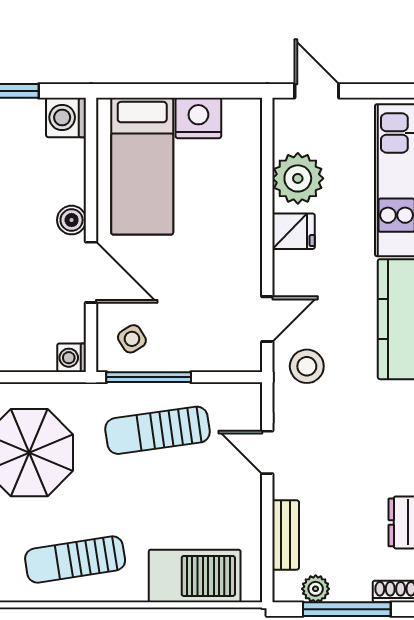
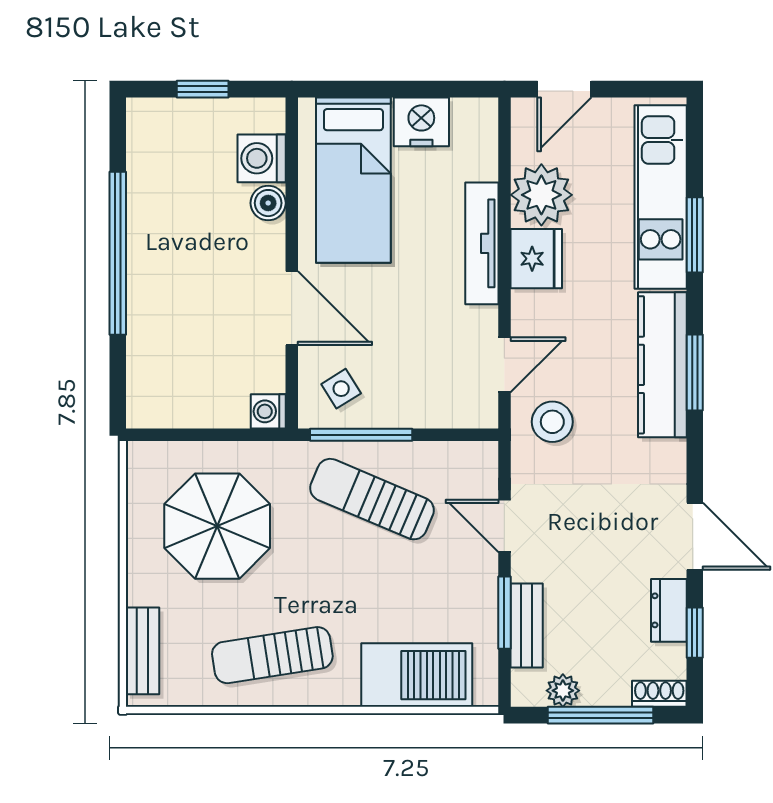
door: (317, 91) -> (564, 89), swing flipped
washing machine: (66, 117) -> (262, 158), moved
tv unit: (248, 219) -> (482, 243), added
boiler: (72, 220) -> (268, 203), moved
fridge: (294, 231) -> (536, 259), width x1.38
sun lounger: (158, 430) -> (372, 499), turned 31
window: (267, 524) -> (504, 613), added

